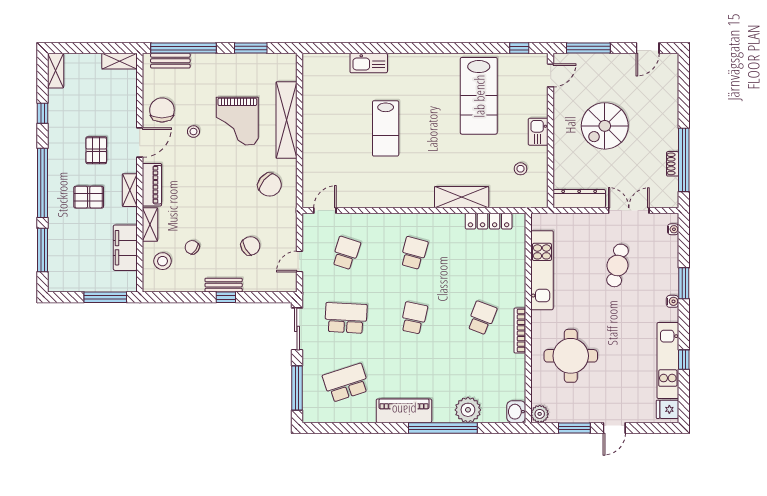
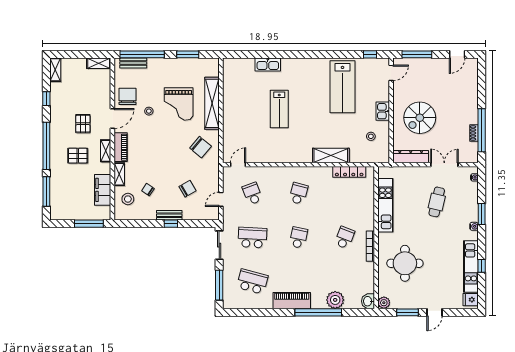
spiral stairs: (605, 126) -> (420, 118), moved
school desk: (346, 253) -> (252, 194), turned -39
school desk: (346, 383) -> (252, 282), turned 33

